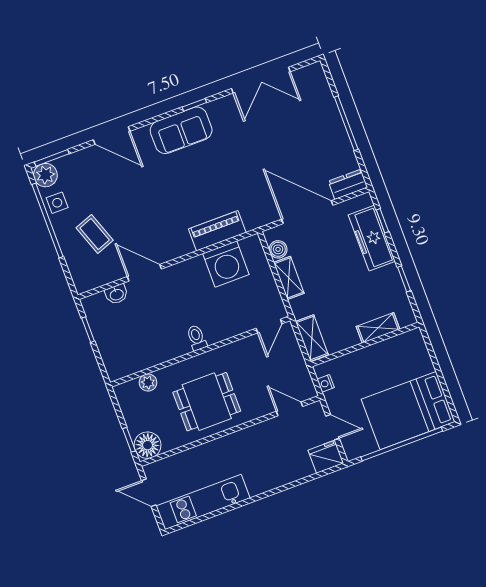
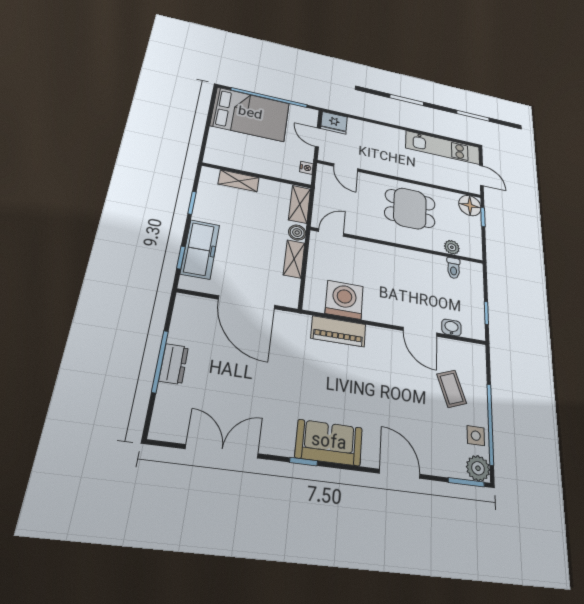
dresser: (348, 184) -> (174, 364), moved, turned -90
boiler: (278, 249) -> (297, 233), moved
toilet: (197, 338) -> (454, 268), moved

